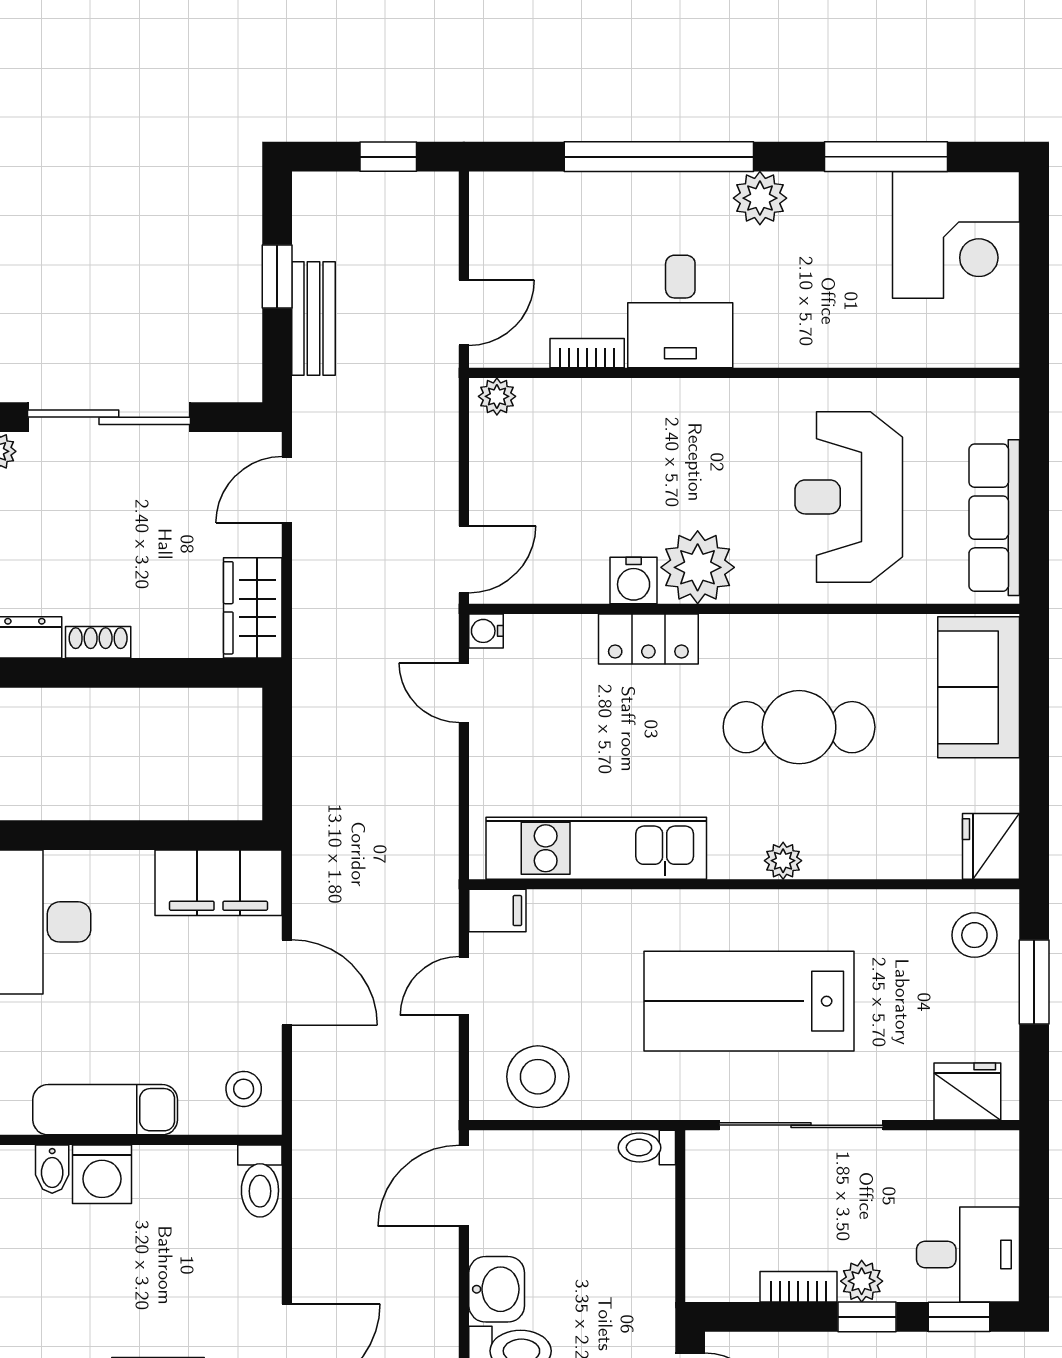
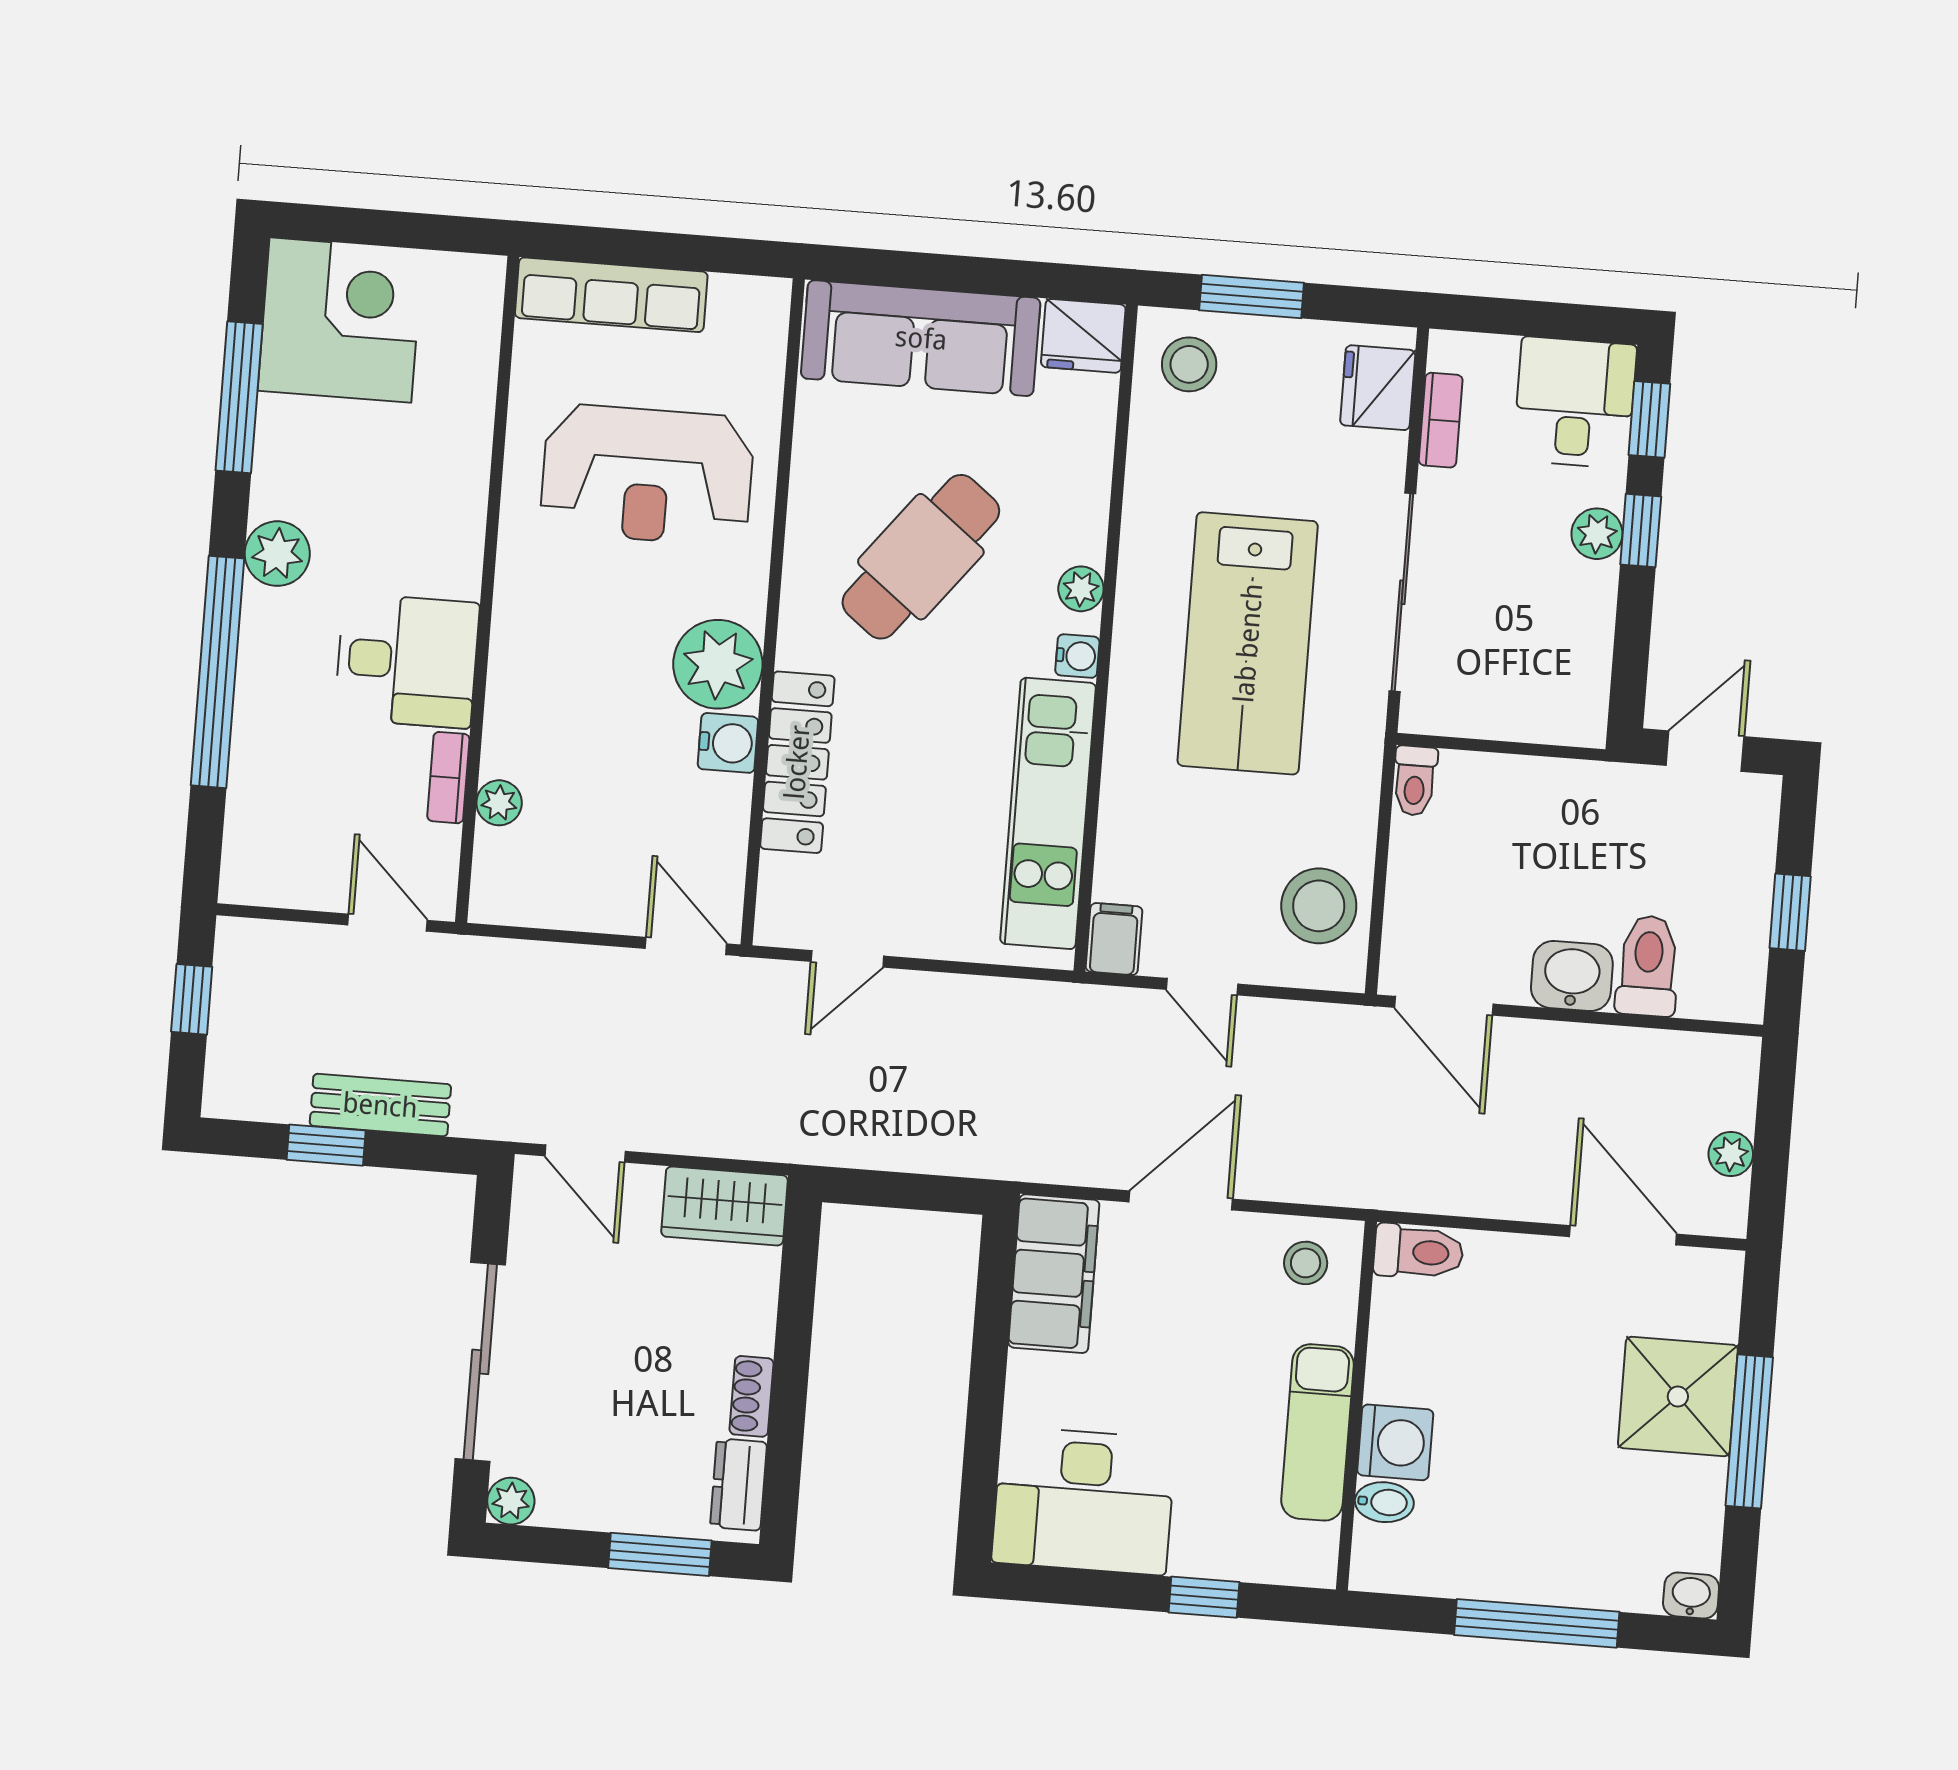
plant: (497, 396) -> (499, 803), moved
row of seats: (994, 518) -> (611, 295), moved
water cooler: (486, 631) -> (1077, 656), moved, turned -90
locker: (648, 639) -> (797, 762), width x1.53
sofa: (979, 687) -> (921, 338), width x1.36
cafe table: (799, 727) -> (921, 557), turned 38
bookcase: (798, 1287) -> (1441, 420), moved, turned 180

